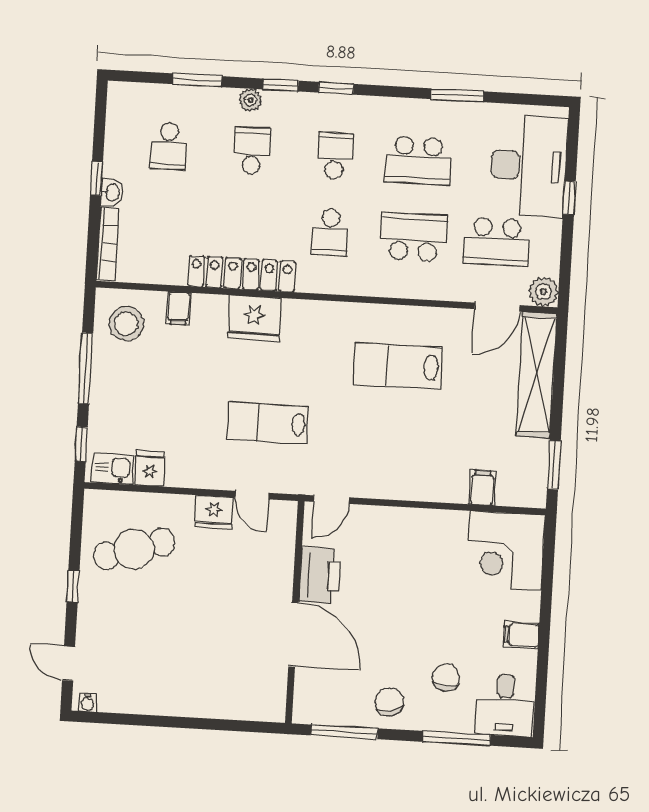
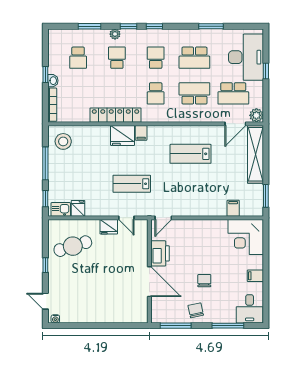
filing cabinet: (179, 308) -> (141, 133), moved
chair: (446, 677) -> (204, 281), moved

